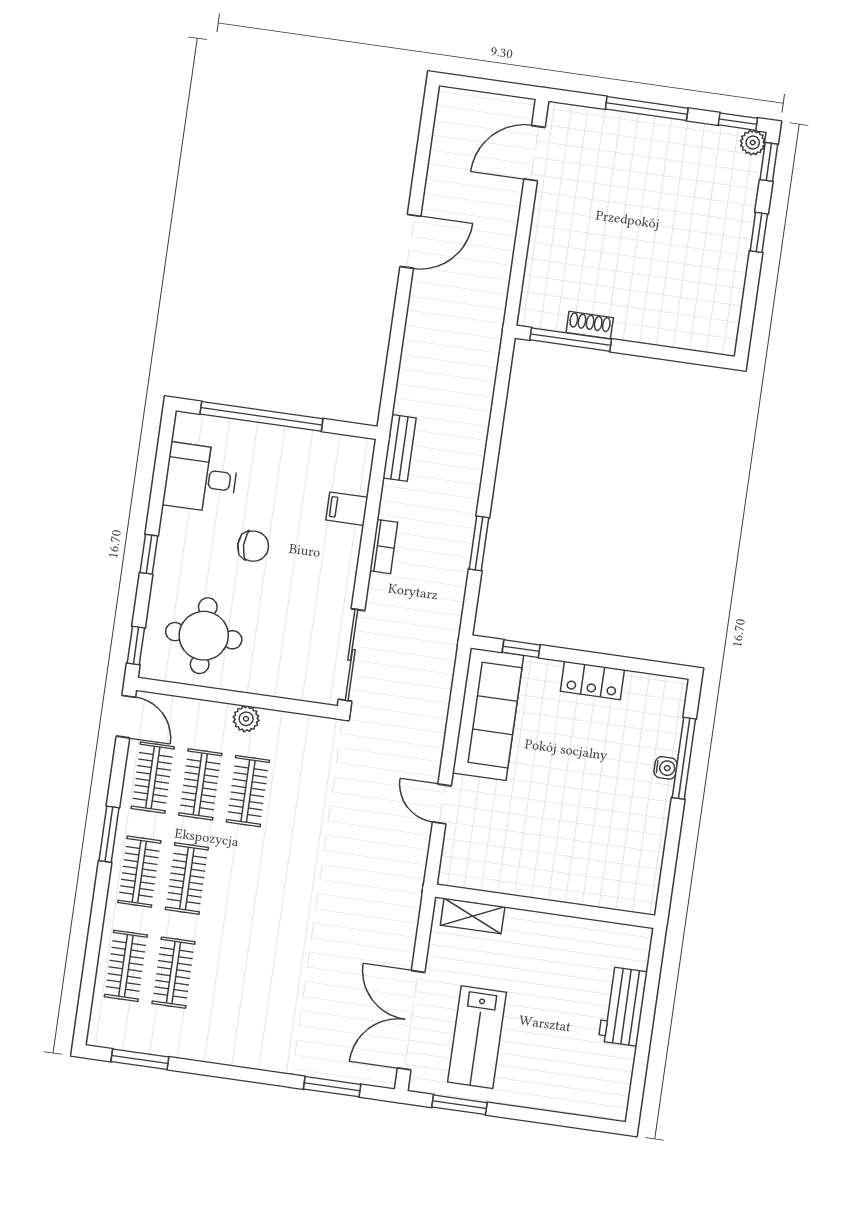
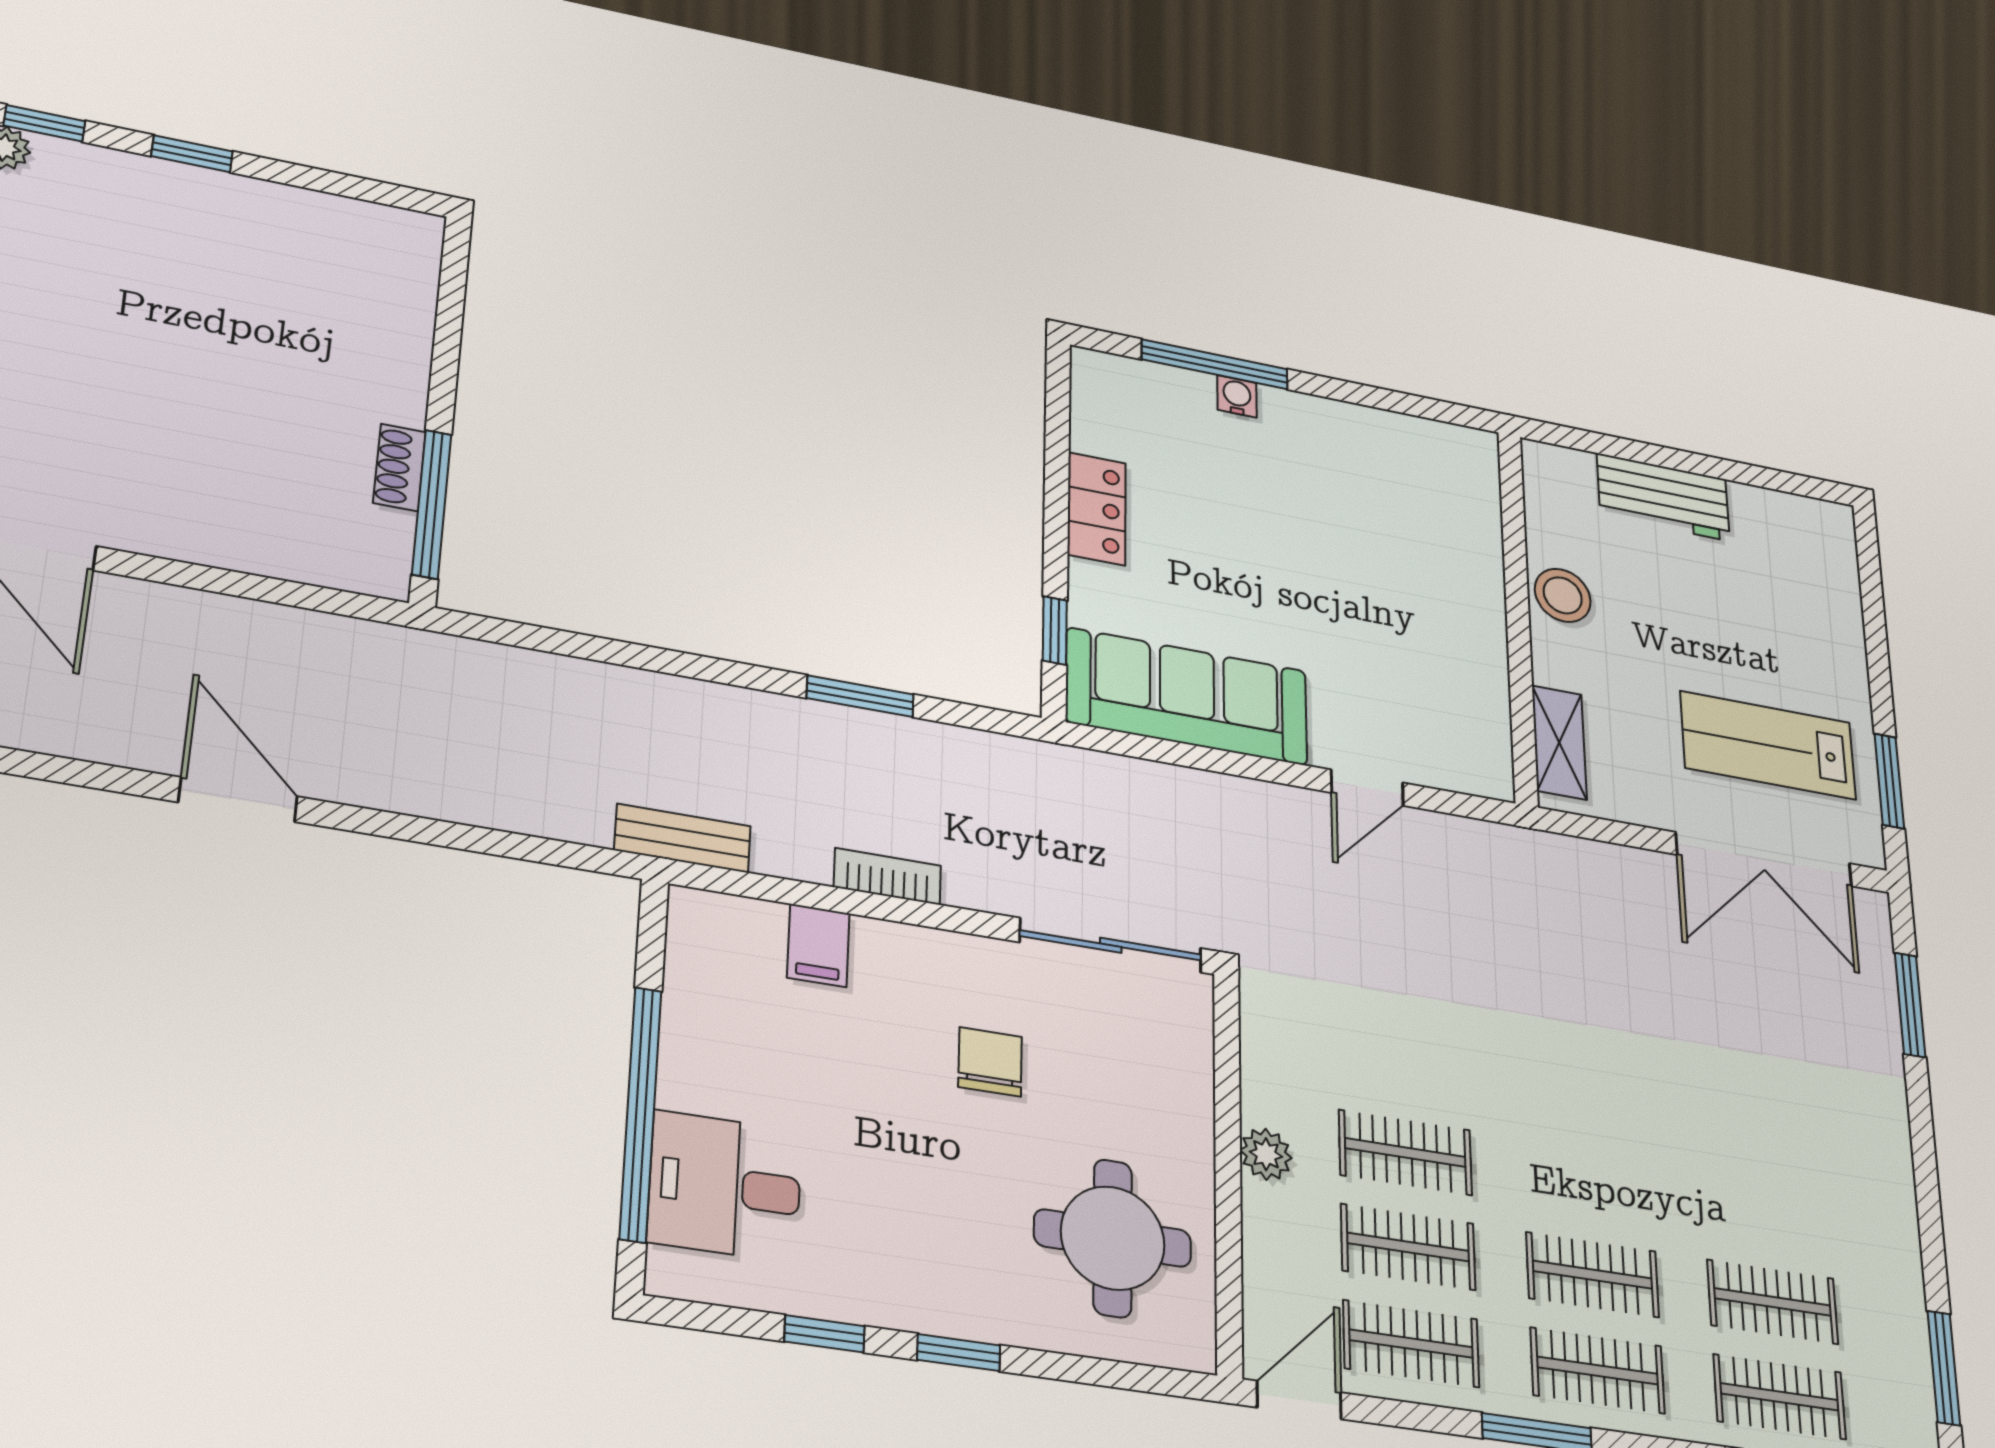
desk: (201, 478) -> (725, 1186), moved, turned 90
chair: (253, 546) -> (990, 1062), moved
window: (136, 645) -> (824, 1334), moved
stool: (559, 935) -> (1563, 595), added
lab bench: (477, 1037) -> (1768, 745), turned 180

